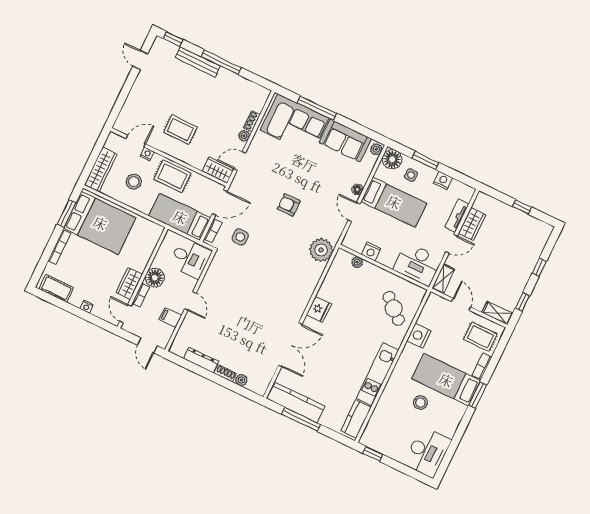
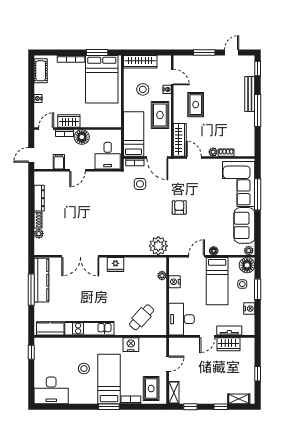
window: (125, 91) -> (204, 52), added
wardrobe: (218, 170) -> (180, 140), width x1.50
door: (452, 244) -> (207, 336), hinge flipped
shelving: (443, 279) -> (239, 399), moved

